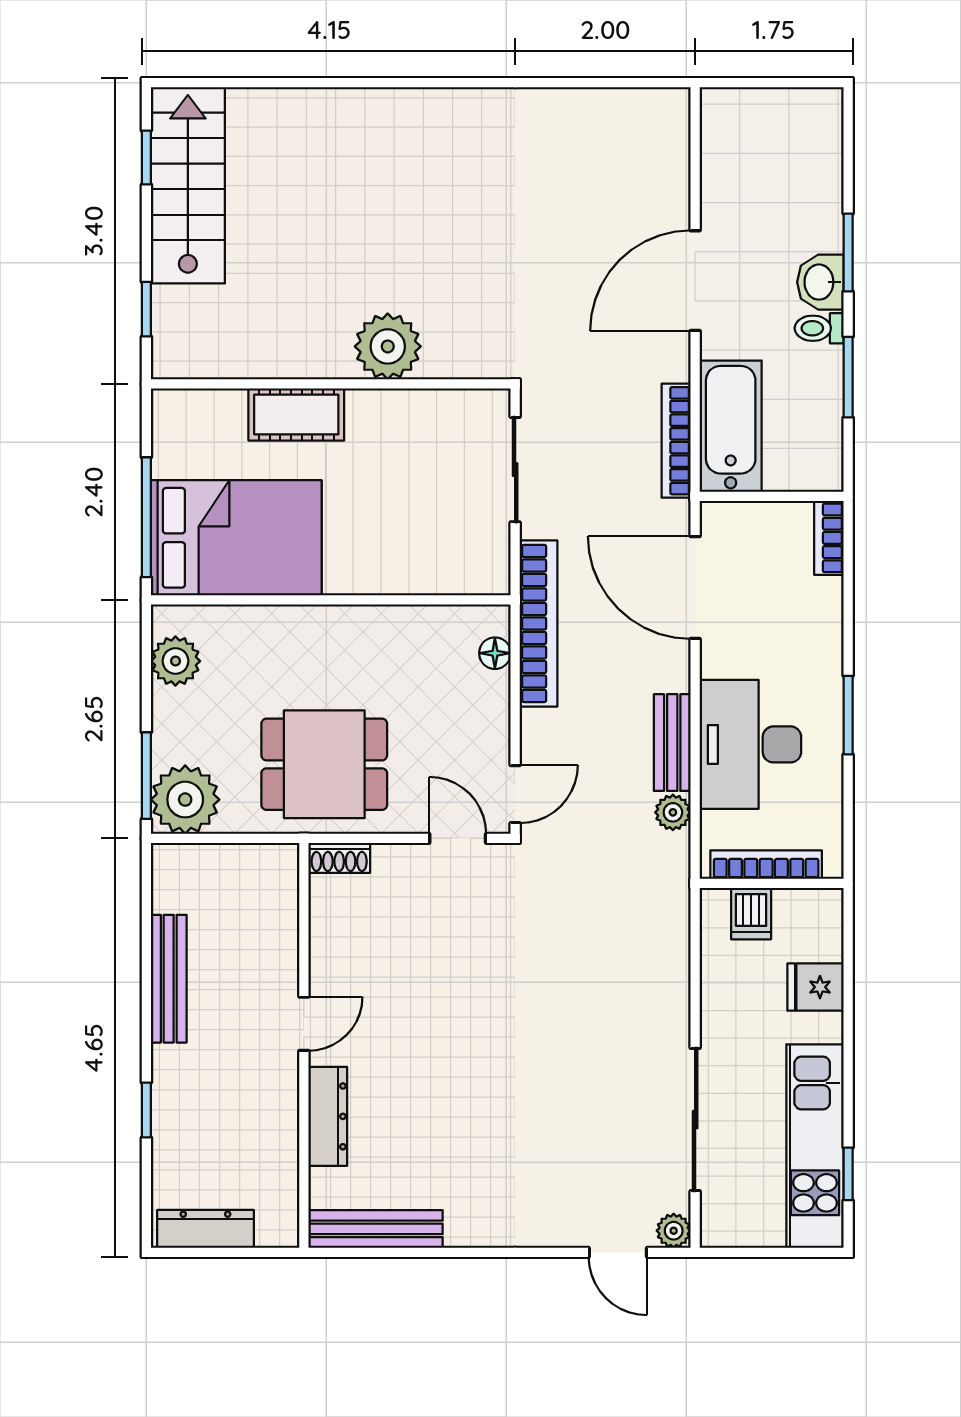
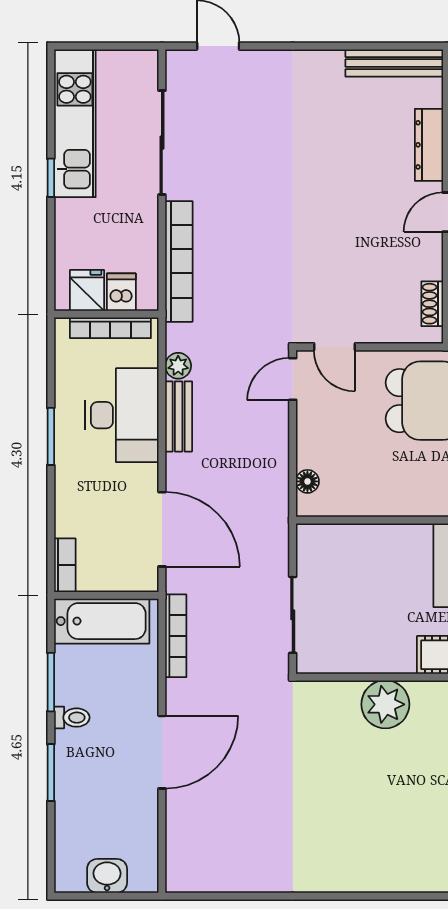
washbasin: (820, 282) -> (107, 876), moved, turned -90
bathtub: (731, 426) -> (102, 621), moved, turned -90
bookcase: (539, 623) -> (179, 261), moved, turned 180
shoe rack: (339, 858) -> (432, 304), moved, turned -90
fridge: (815, 987) -> (87, 290), moved, turned -90
window: (848, 1174) -> (51, 178), moved
plant: (674, 1231) -> (178, 62), removed

